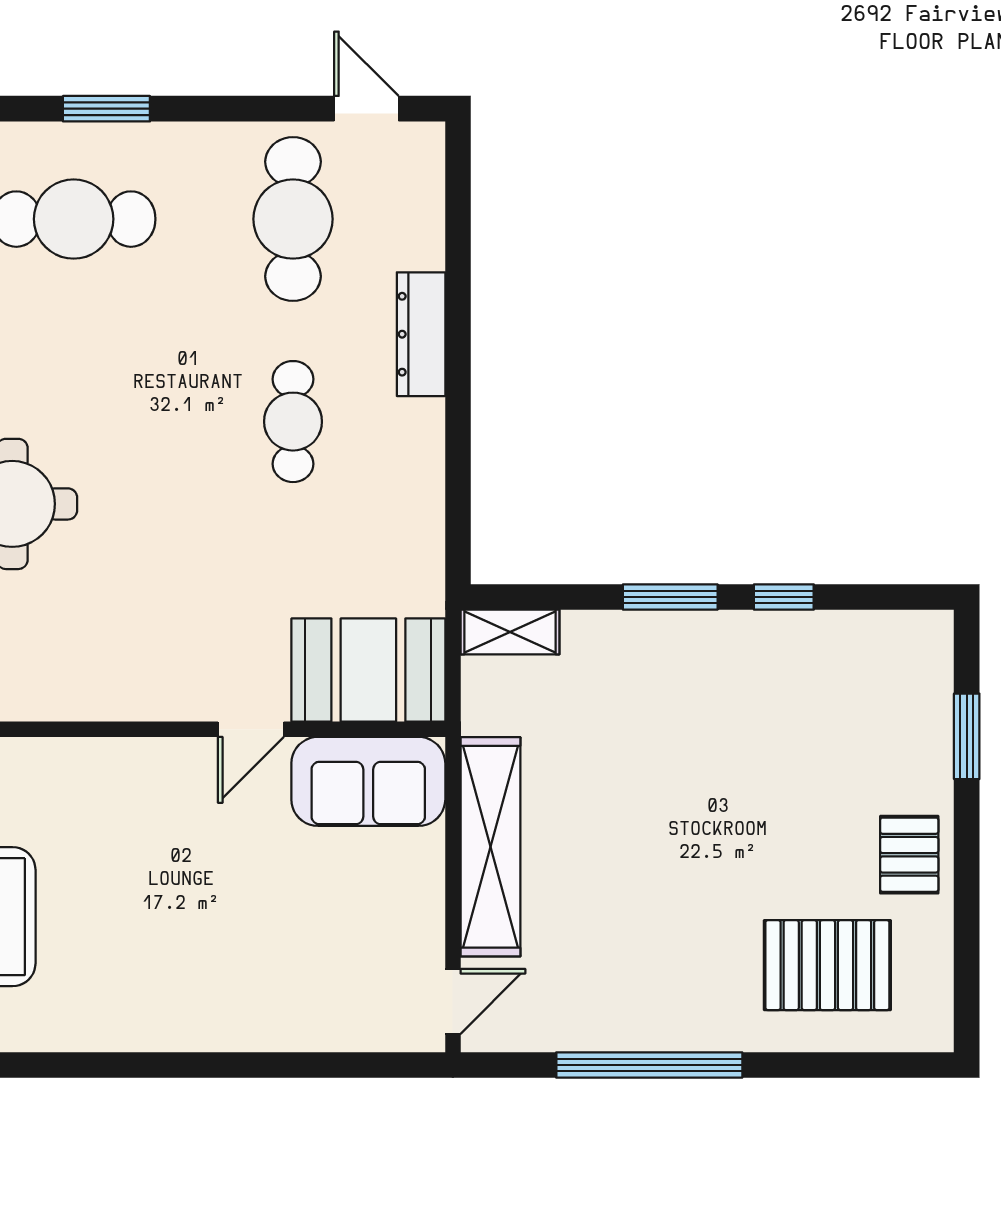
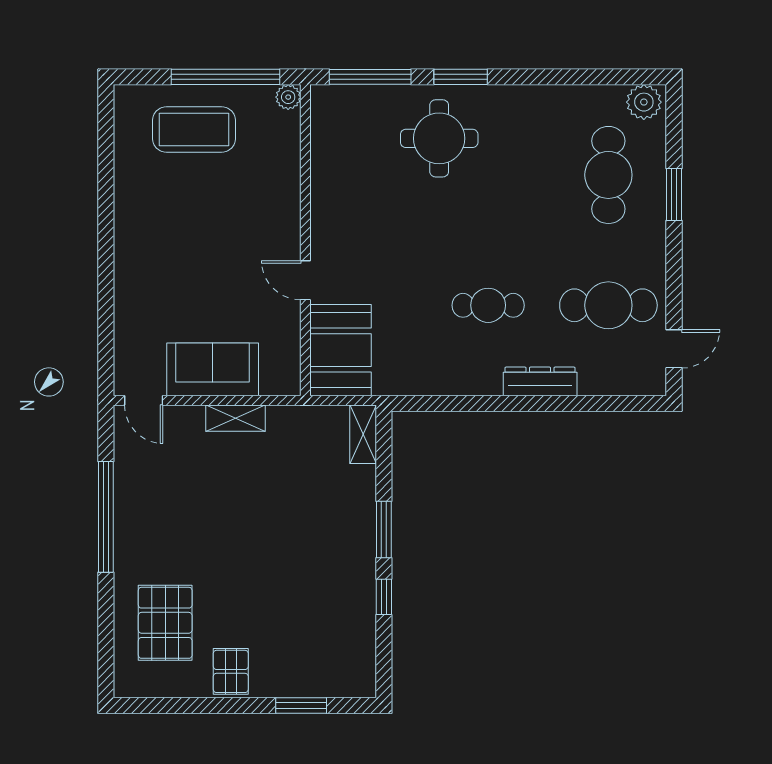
sofa: (368, 781) -> (213, 369), moved, turned 90
shelving: (490, 847) -> (235, 418), width x0.45, depth x0.75
pallet: (909, 855) -> (231, 671), turned 90

